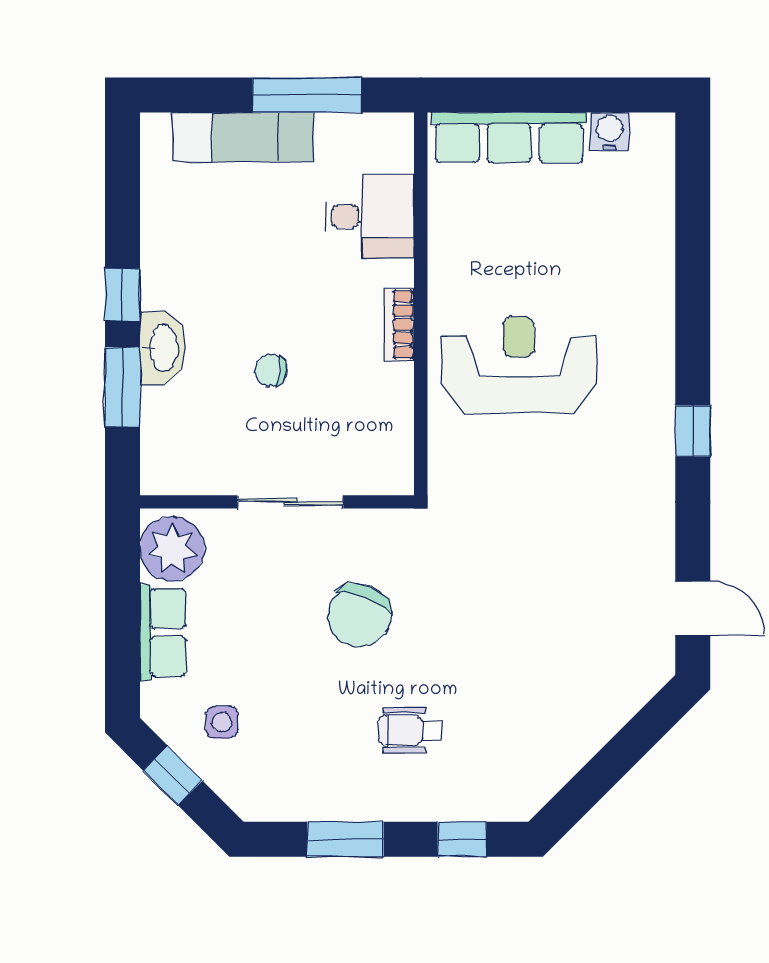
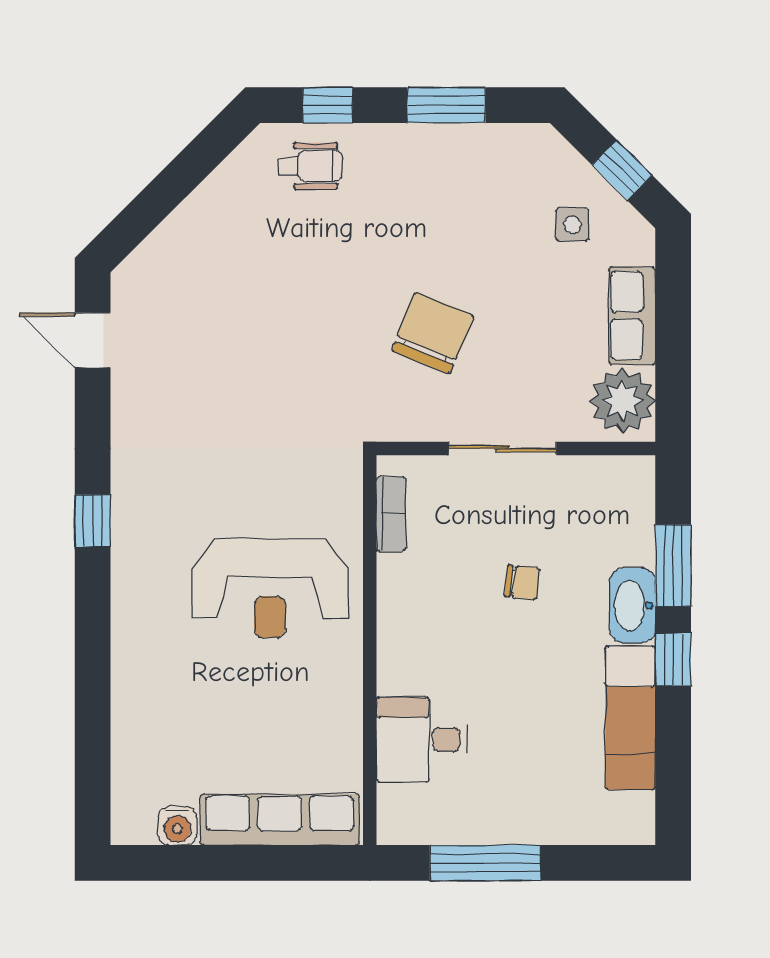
exam couch: (243, 137) -> (630, 718), moved, turned -90
bookcase: (400, 325) -> (391, 514), moved
wheelchair: (410, 730) -> (311, 166), moved

